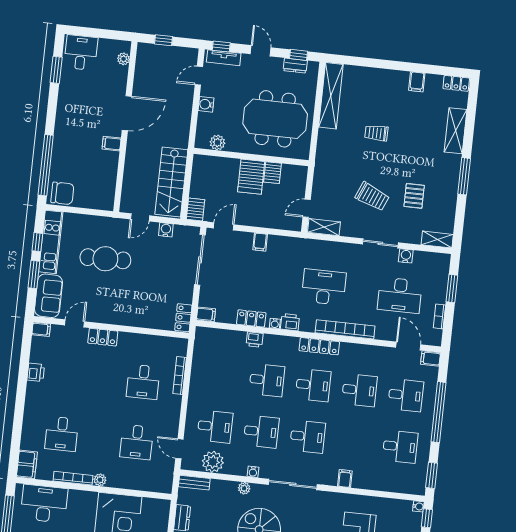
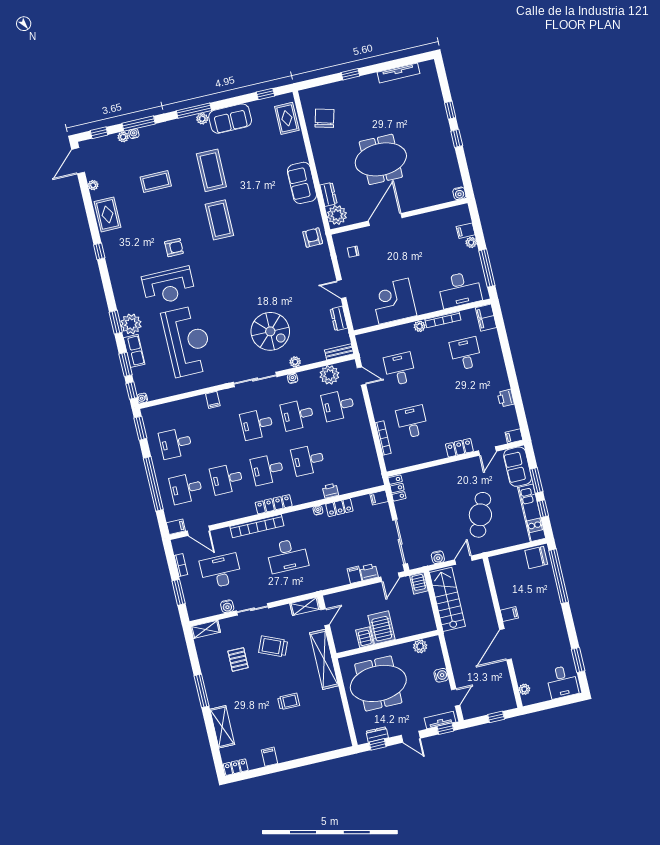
shelving: (331, 96) -> (324, 659), moved
cafe table: (105, 259) -> (480, 515), turned -67
printer: (290, 322) -> (369, 572), moved, turned 180

